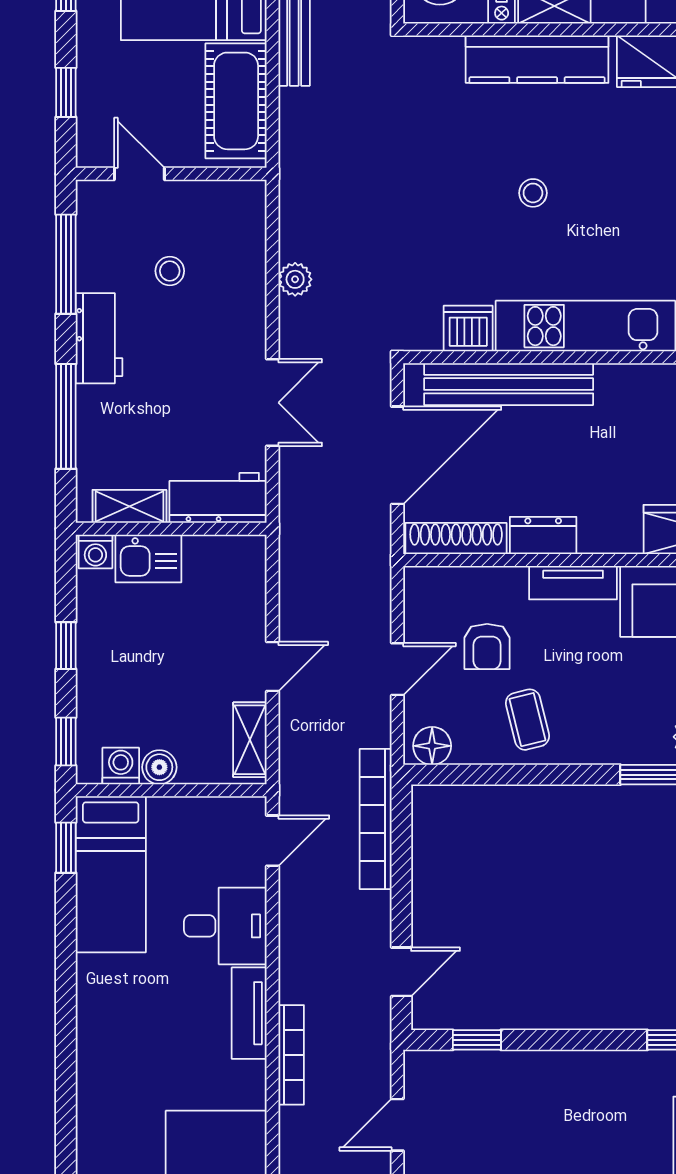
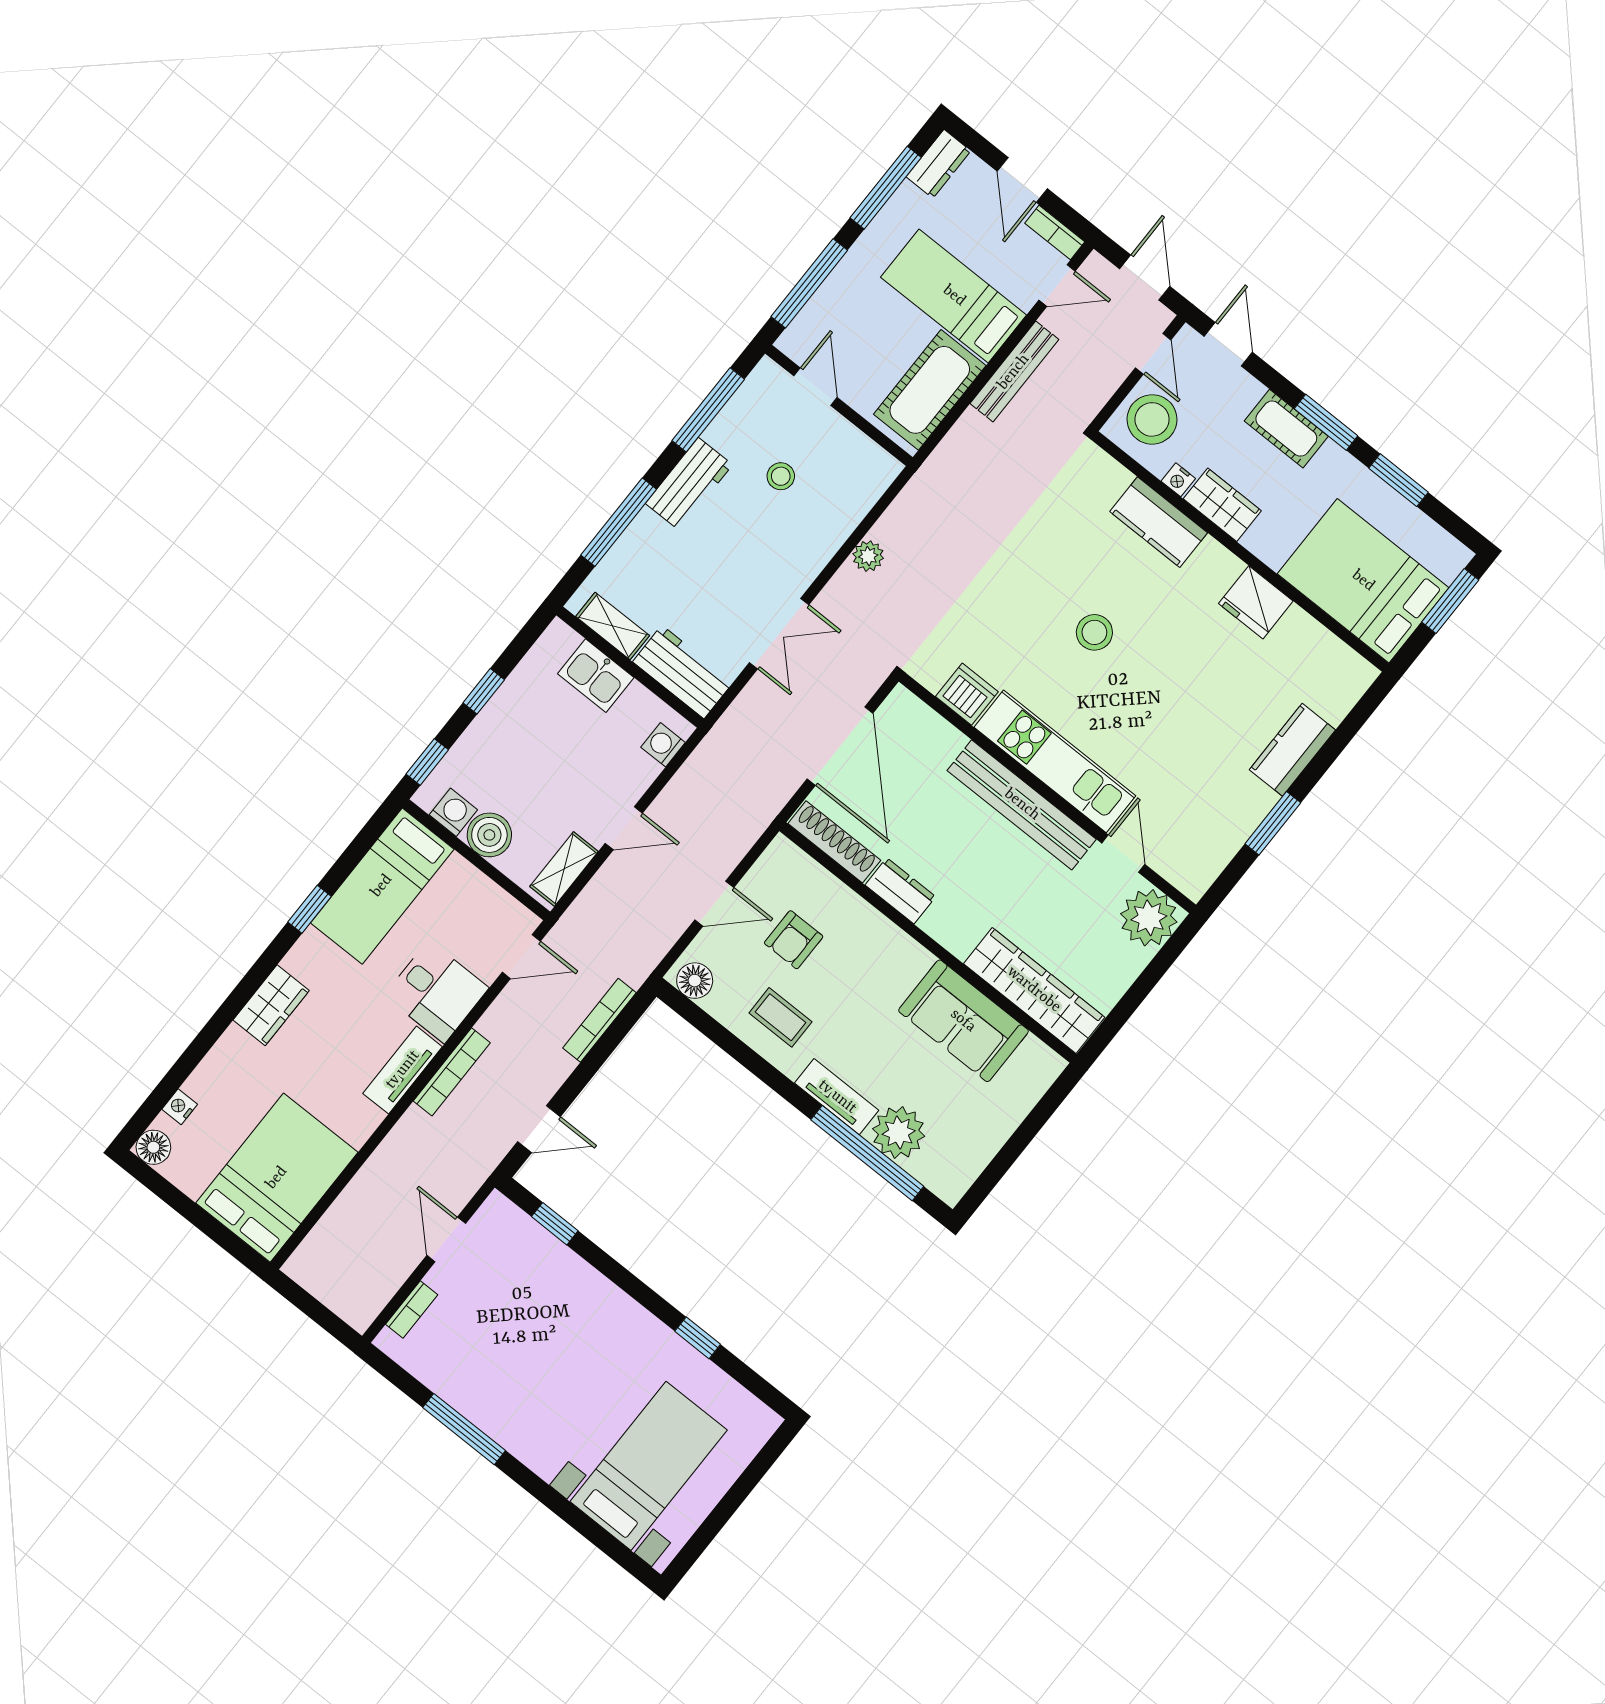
kitchen counter: (537, 59) -> (1159, 522), width x0.67
window: (66, 92) -> (809, 283), width x2.17
stool: (533, 193) -> (1094, 632), width x1.37, depth x1.37
bench: (509, 384) -> (1022, 805), moved
door: (397, 455) -> (840, 746), hinge flipped
washing machine: (95, 552) -> (663, 745), moved, turned 90
tv unit: (573, 583) -> (837, 1097), moved, turned 180
coffee table: (527, 720) -> (780, 1017), turned -76
boiler: (159, 767) -> (489, 835), width x1.36, depth x1.36
bookcase: (376, 819) -> (599, 1020), width x0.68, depth x0.76
window: (66, 848) -> (310, 909), moved
wardrobe: (97, 1046) -> (271, 1005), added
bookcase: (291, 1055) -> (452, 1072), moved
door: (397, 1125) -> (446, 1239), hinge flipped

